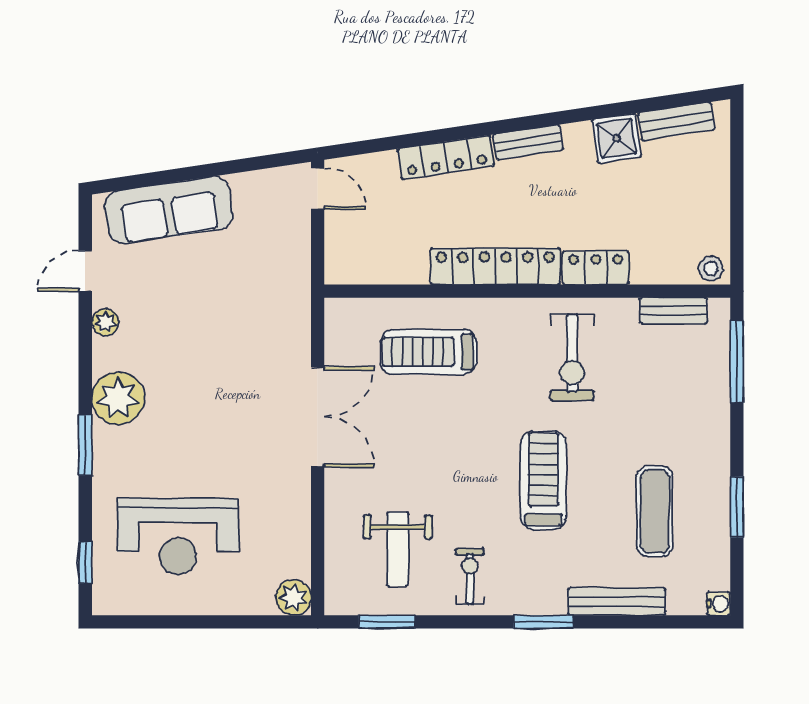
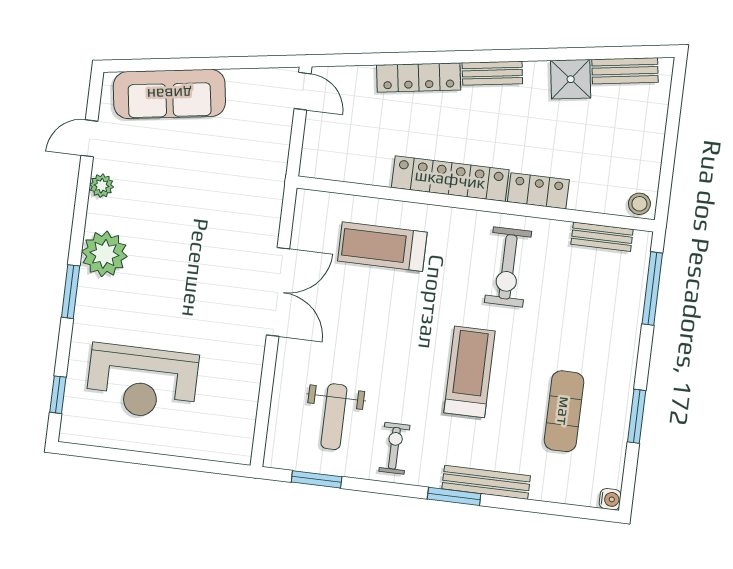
plant: (293, 598) -> (237, 448), removed
bench: (617, 602) -> (486, 482), moved

